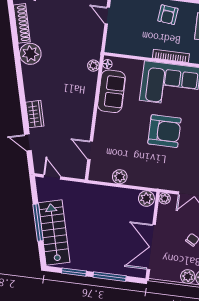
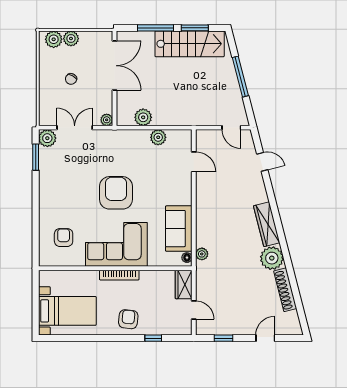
wardrobe: (114, 40) -> (184, 284), added
wardrobe: (35, 114) -> (267, 224), moved, width x1.50
armchair: (164, 131) -> (116, 193), turned 90
plant: (146, 199) -> (143, 117), moved
stairs: (54, 233) -> (190, 44), moved, turned -76

